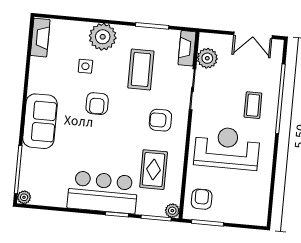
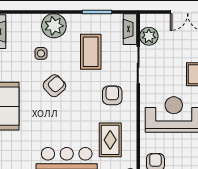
armchair: (97, 104) -> (54, 86), turned -132
armchair: (160, 120) -> (112, 95), turned 90

